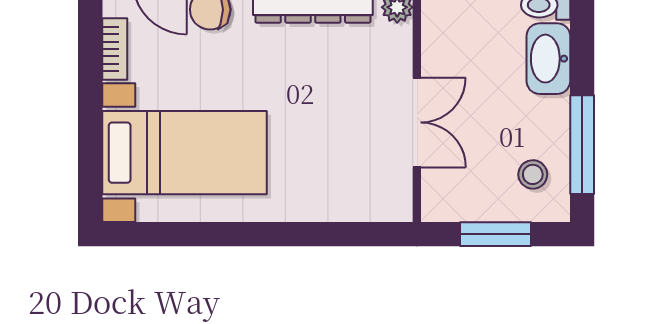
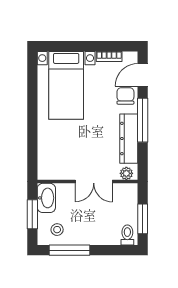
washbasin: (548, 59) -> (46, 198), moved, turned 90
double door: (417, 122) -> (94, 182), moved

